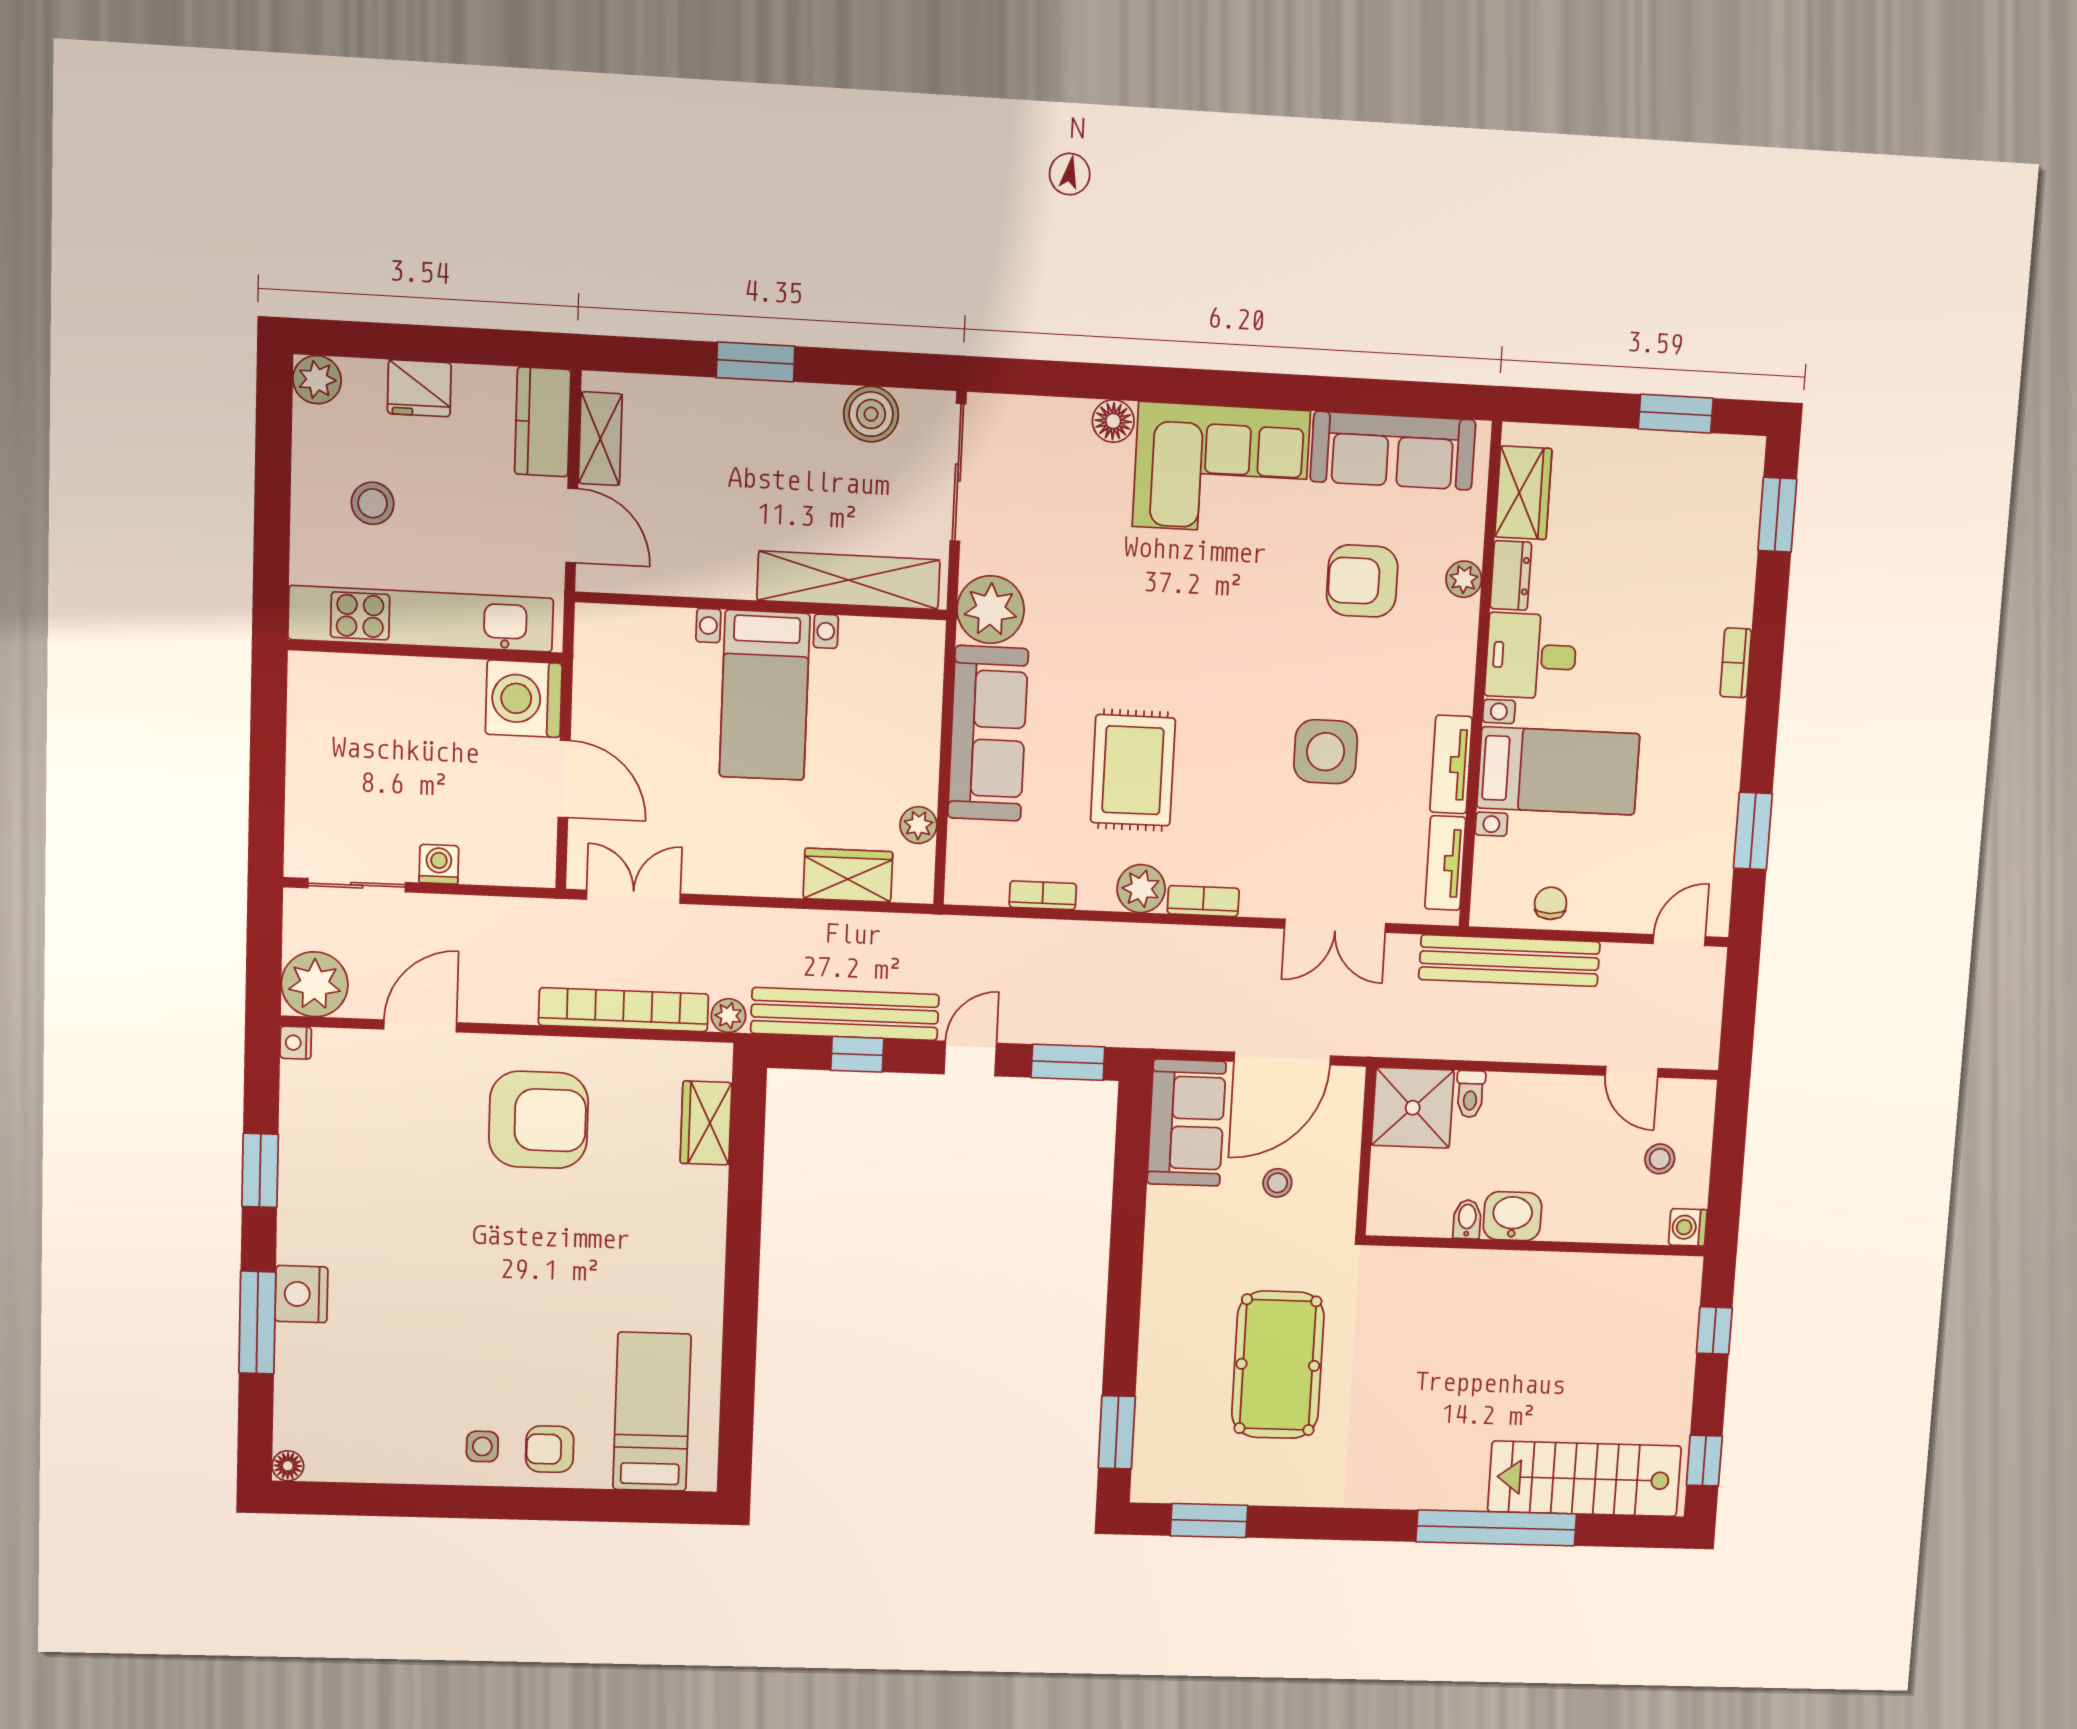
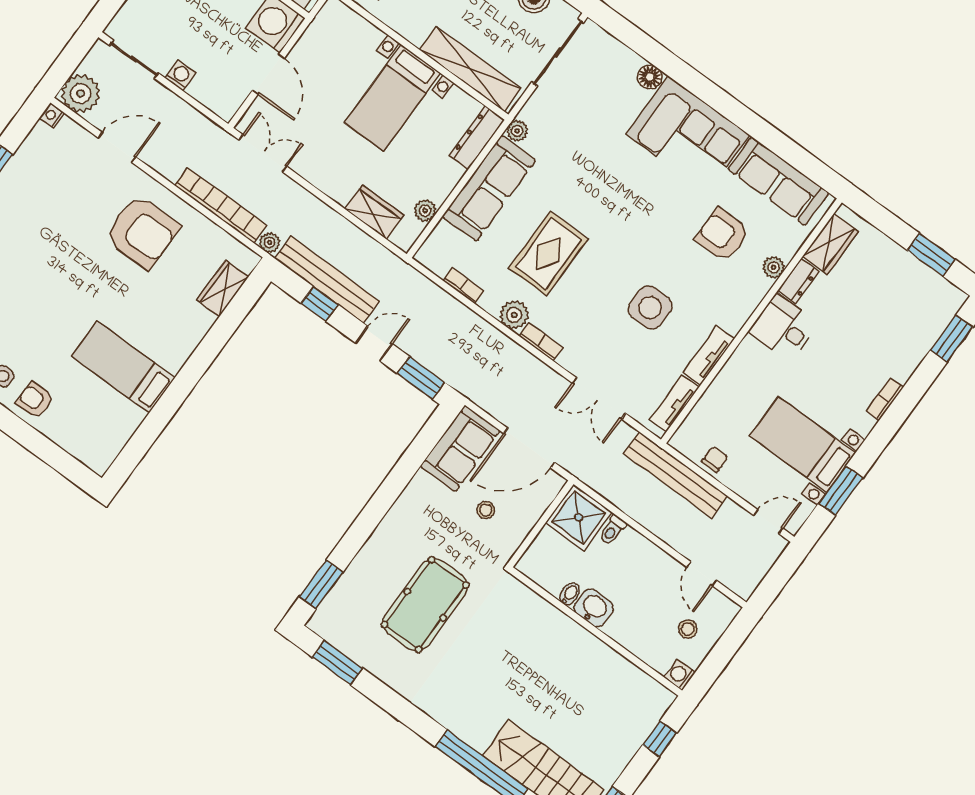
plant: (991, 610) -> (517, 131), width x0.53, depth x0.53
dresser: (923, 672) -> (477, 137), added
bed with nightstands: (1558, 771) -> (803, 444), moved, turned 180
bed: (652, 1412) -> (123, 367), moved, turned -90

